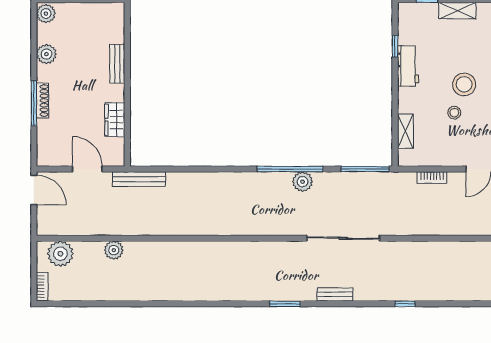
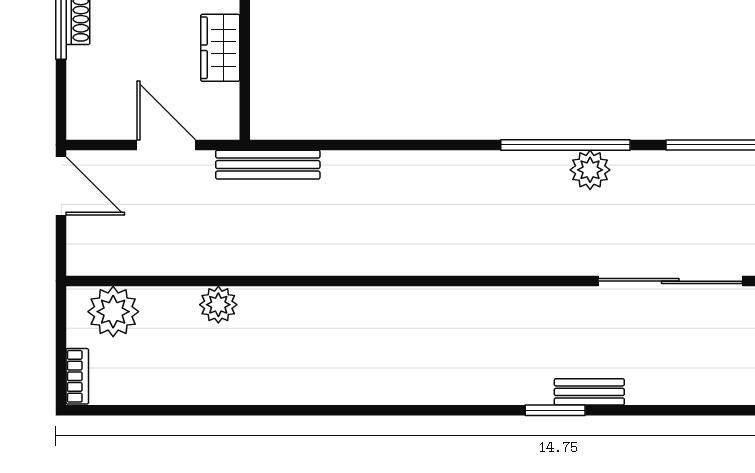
bench: (335, 294) -> (589, 392), moved

